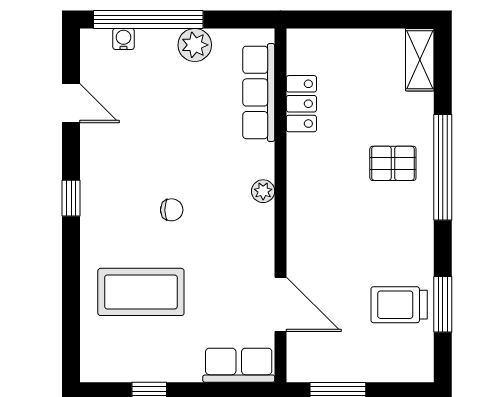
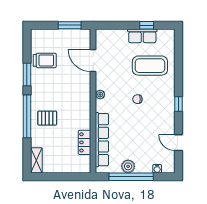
window: (148, 19) -> (131, 177), moved
row of seats: (259, 92) -> (102, 140), width x1.36
plant: (263, 191) -> (100, 95), moved
window: (443, 304) -> (27, 75), moved
row of seats: (239, 365) -> (142, 36), moved

